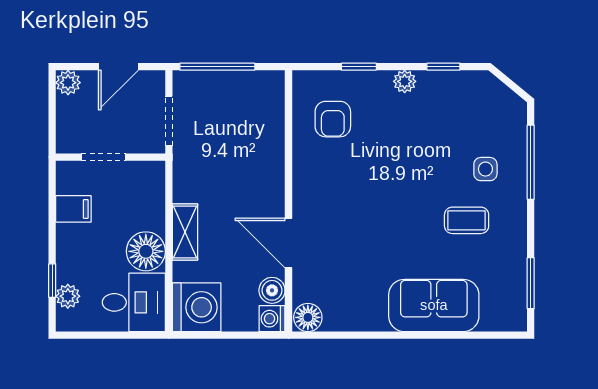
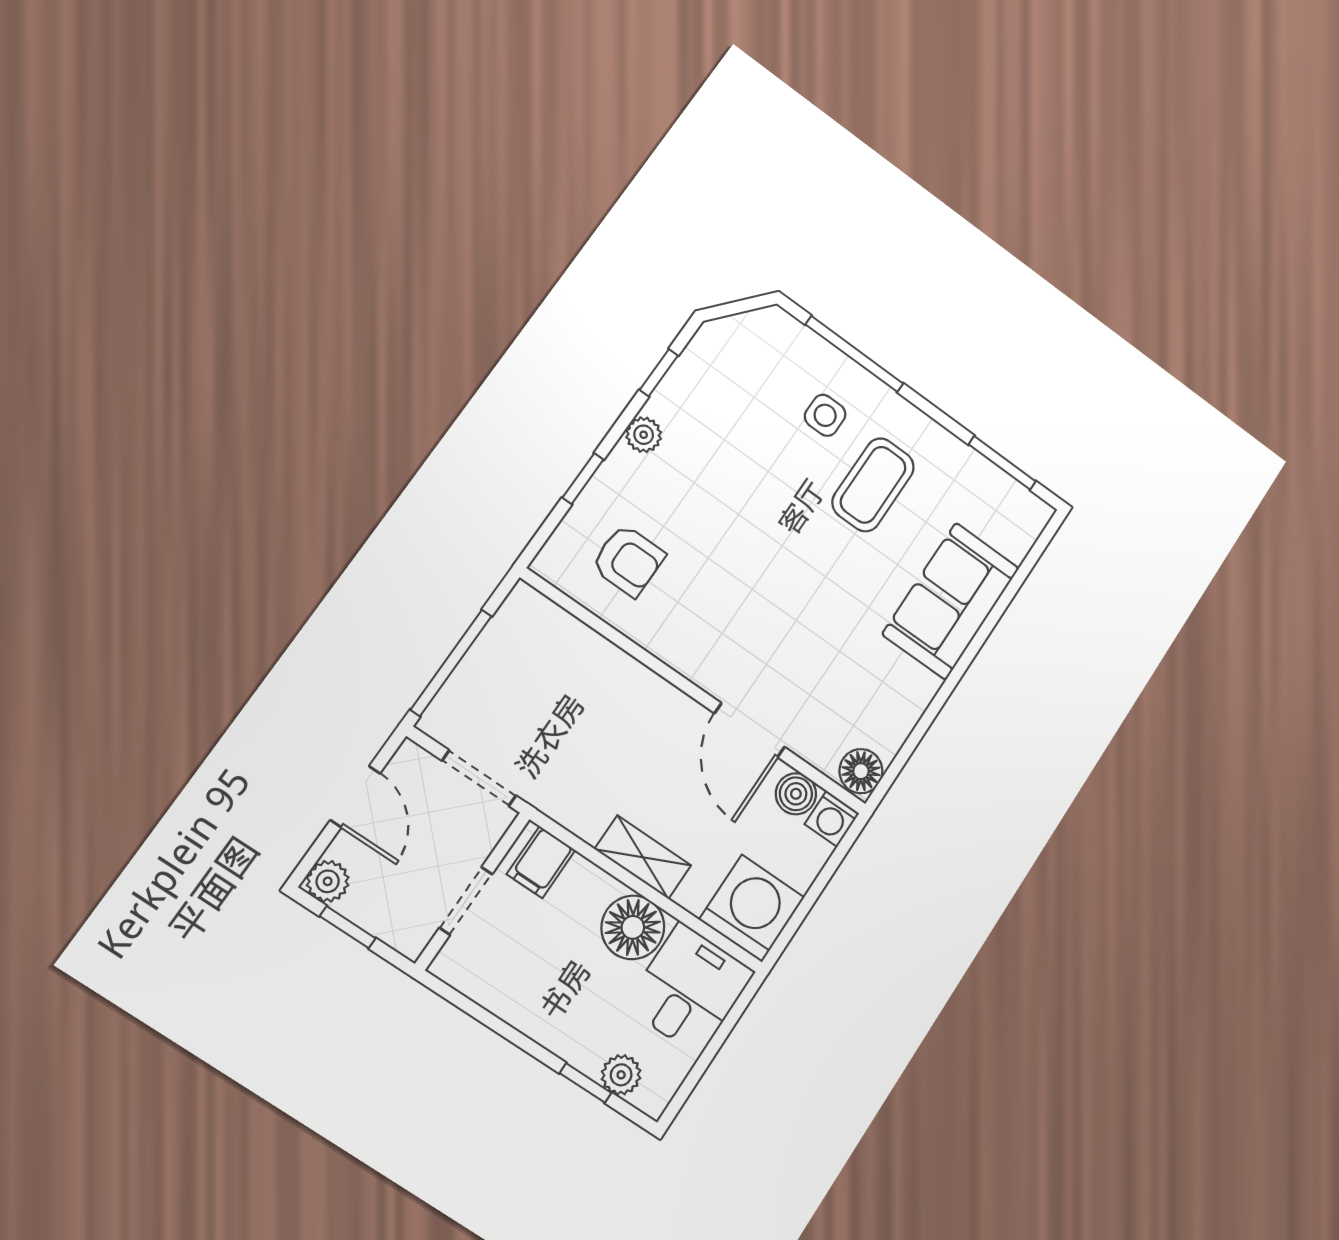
window: (52, 108) -> (348, 927), added
filing cabinet: (73, 209) -> (541, 862), moved, turned 180
coffee table: (467, 220) -> (873, 485), width x1.36, depth x1.30
door: (288, 243) -> (750, 730), hinge flipped

